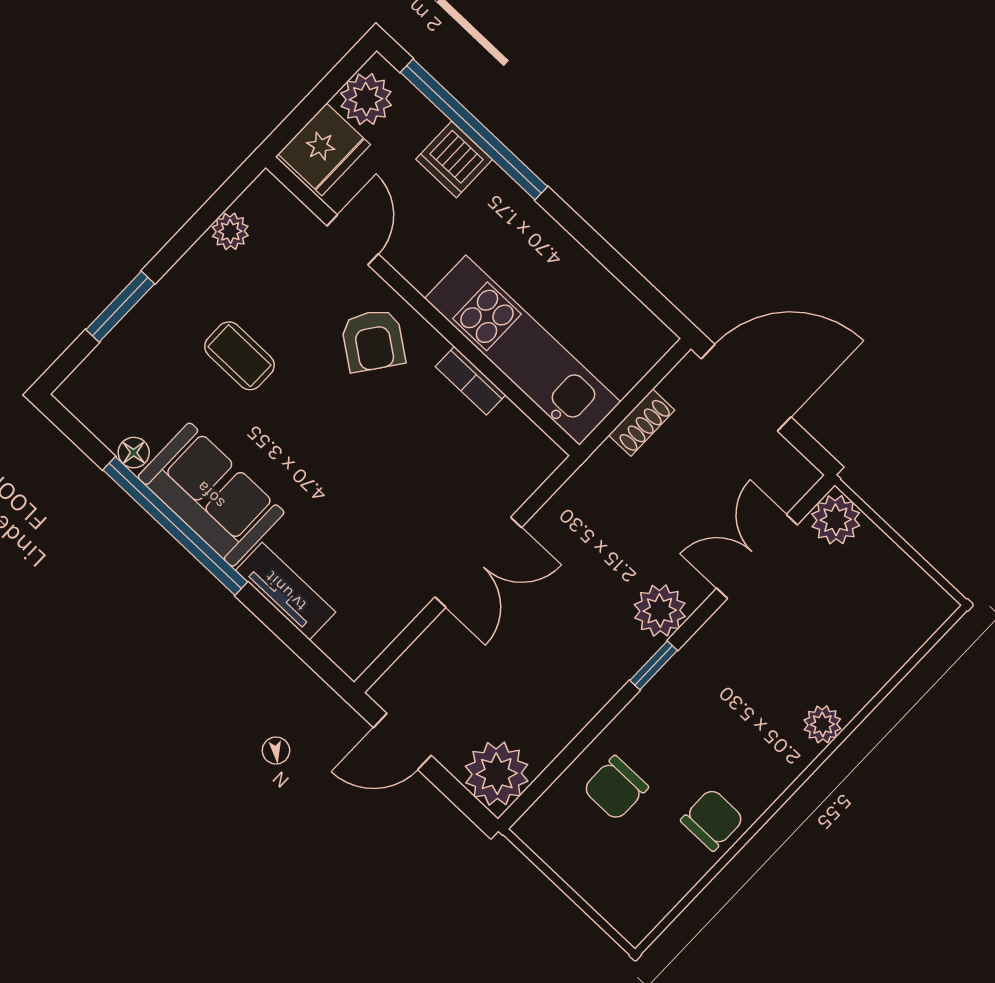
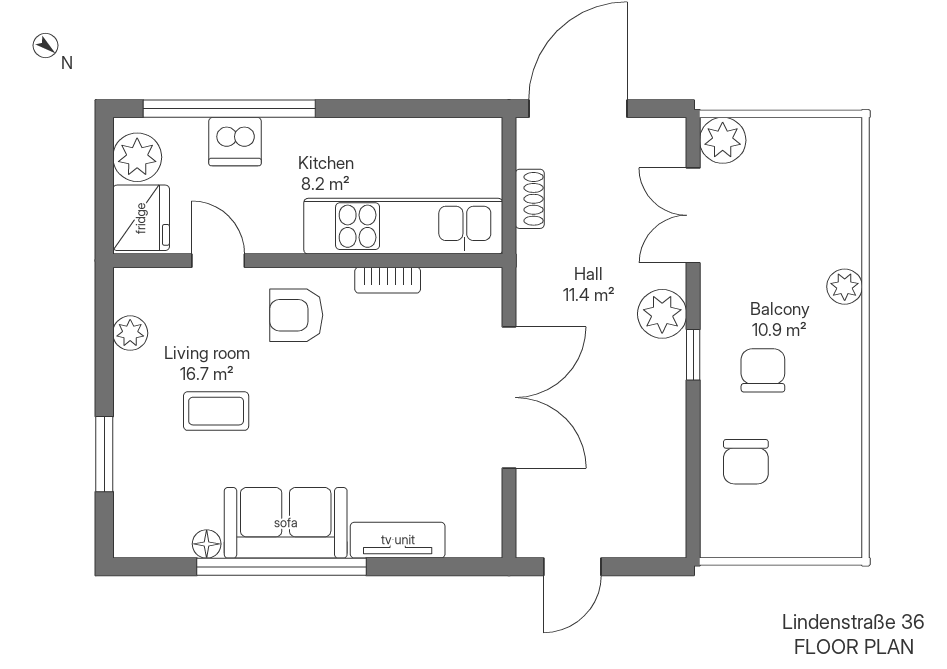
armchair: (373, 340) -> (296, 315), turned 144
double door: (478, 562) -> (509, 397), width x1.37
plant: (497, 774) -> (657, 528), removed
chair: (712, 820) -> (763, 370), moved

